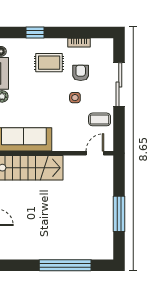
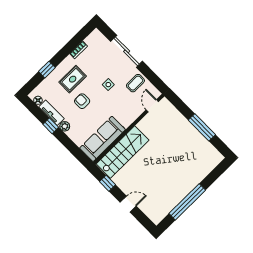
armchair: (81, 73) -> (82, 101), moved
window: (65, 265) -> (187, 202), moved

